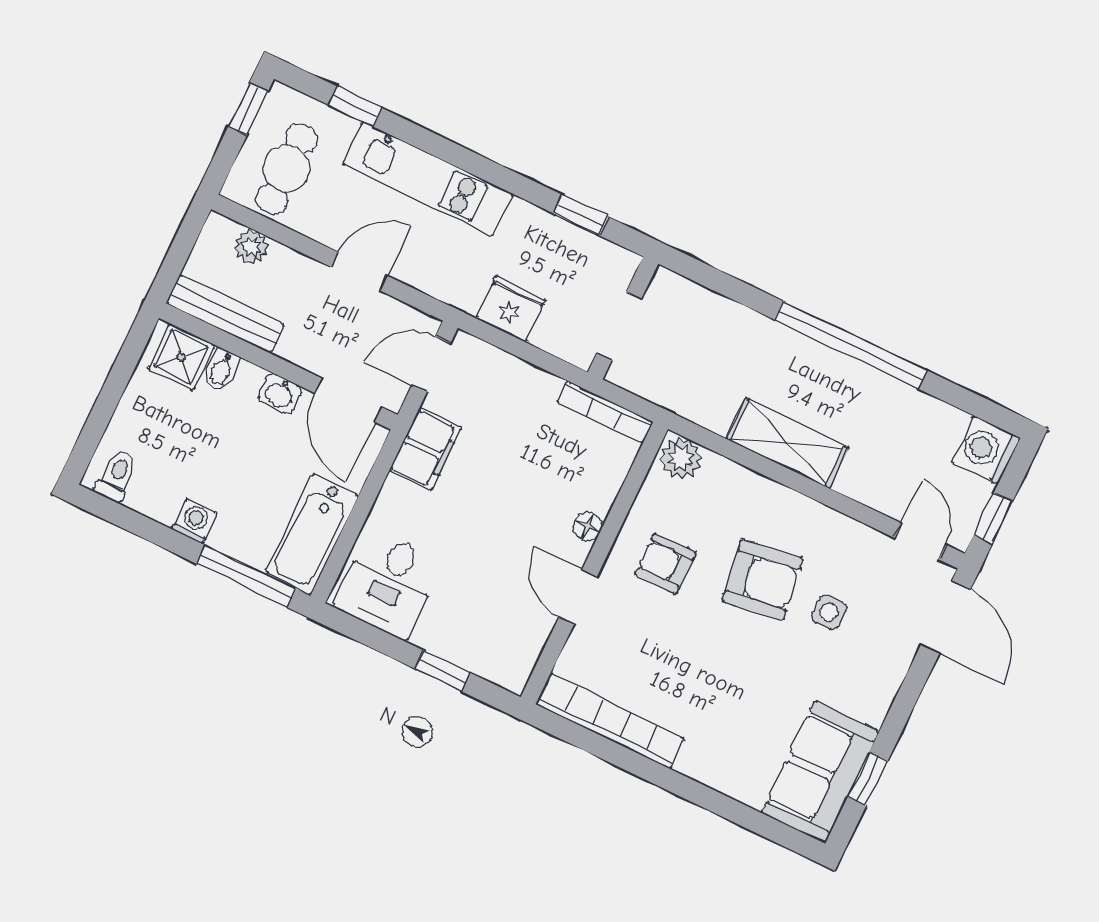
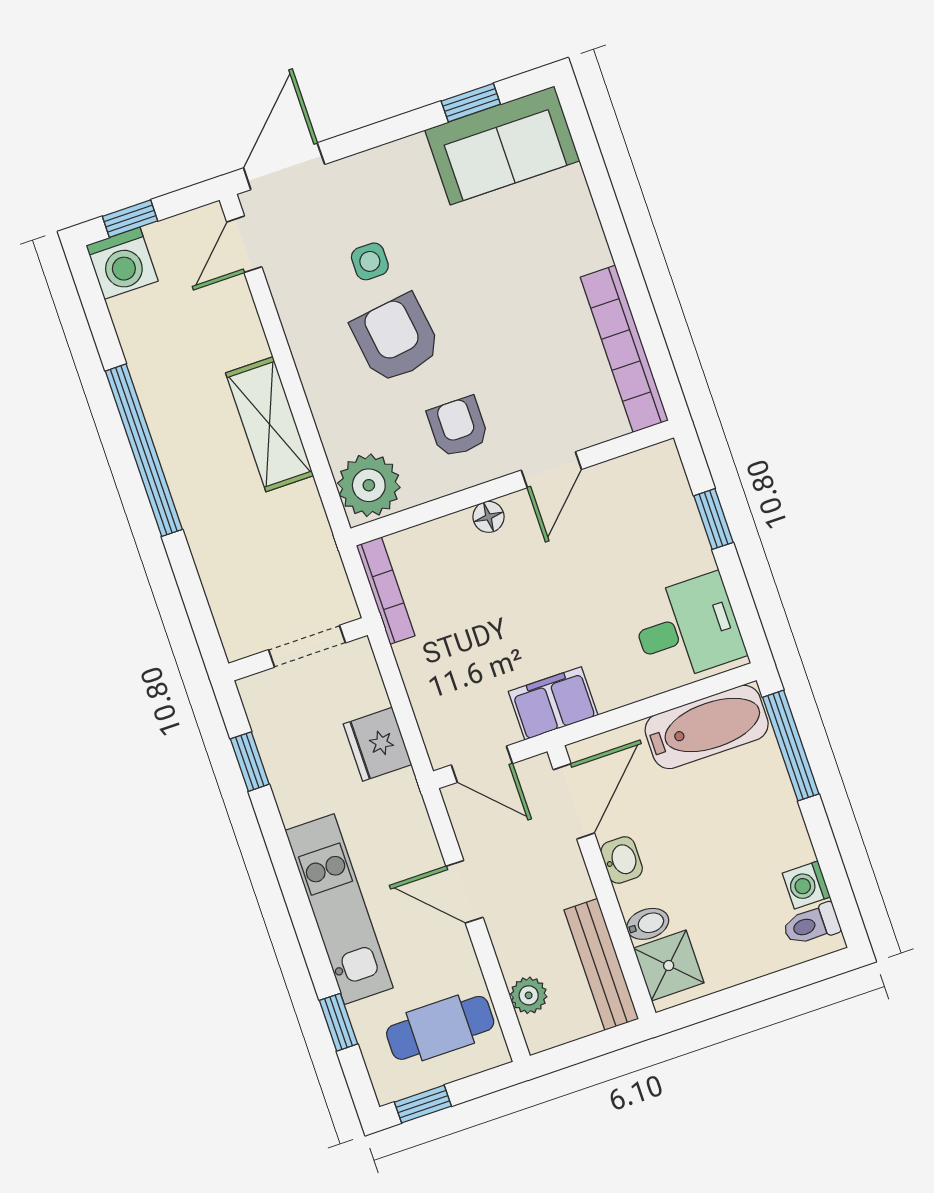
plant: (681, 458) -> (369, 485), width x1.36, depth x1.36
window: (993, 518) -> (130, 219), moved
washing machine: (195, 521) -> (806, 885), moved
armchair: (665, 564) -> (458, 427), turned 180

